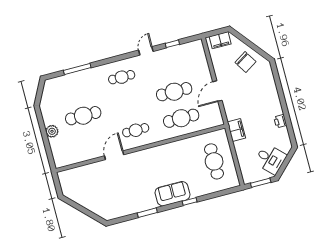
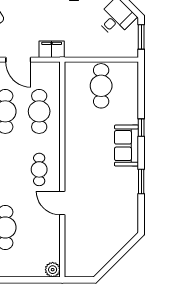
filing cabinet: (236, 130) -> (52, 49), moved
plant: (52, 131) -> (53, 270), moved
cafe table: (214, 161) -> (101, 86), turned 90

